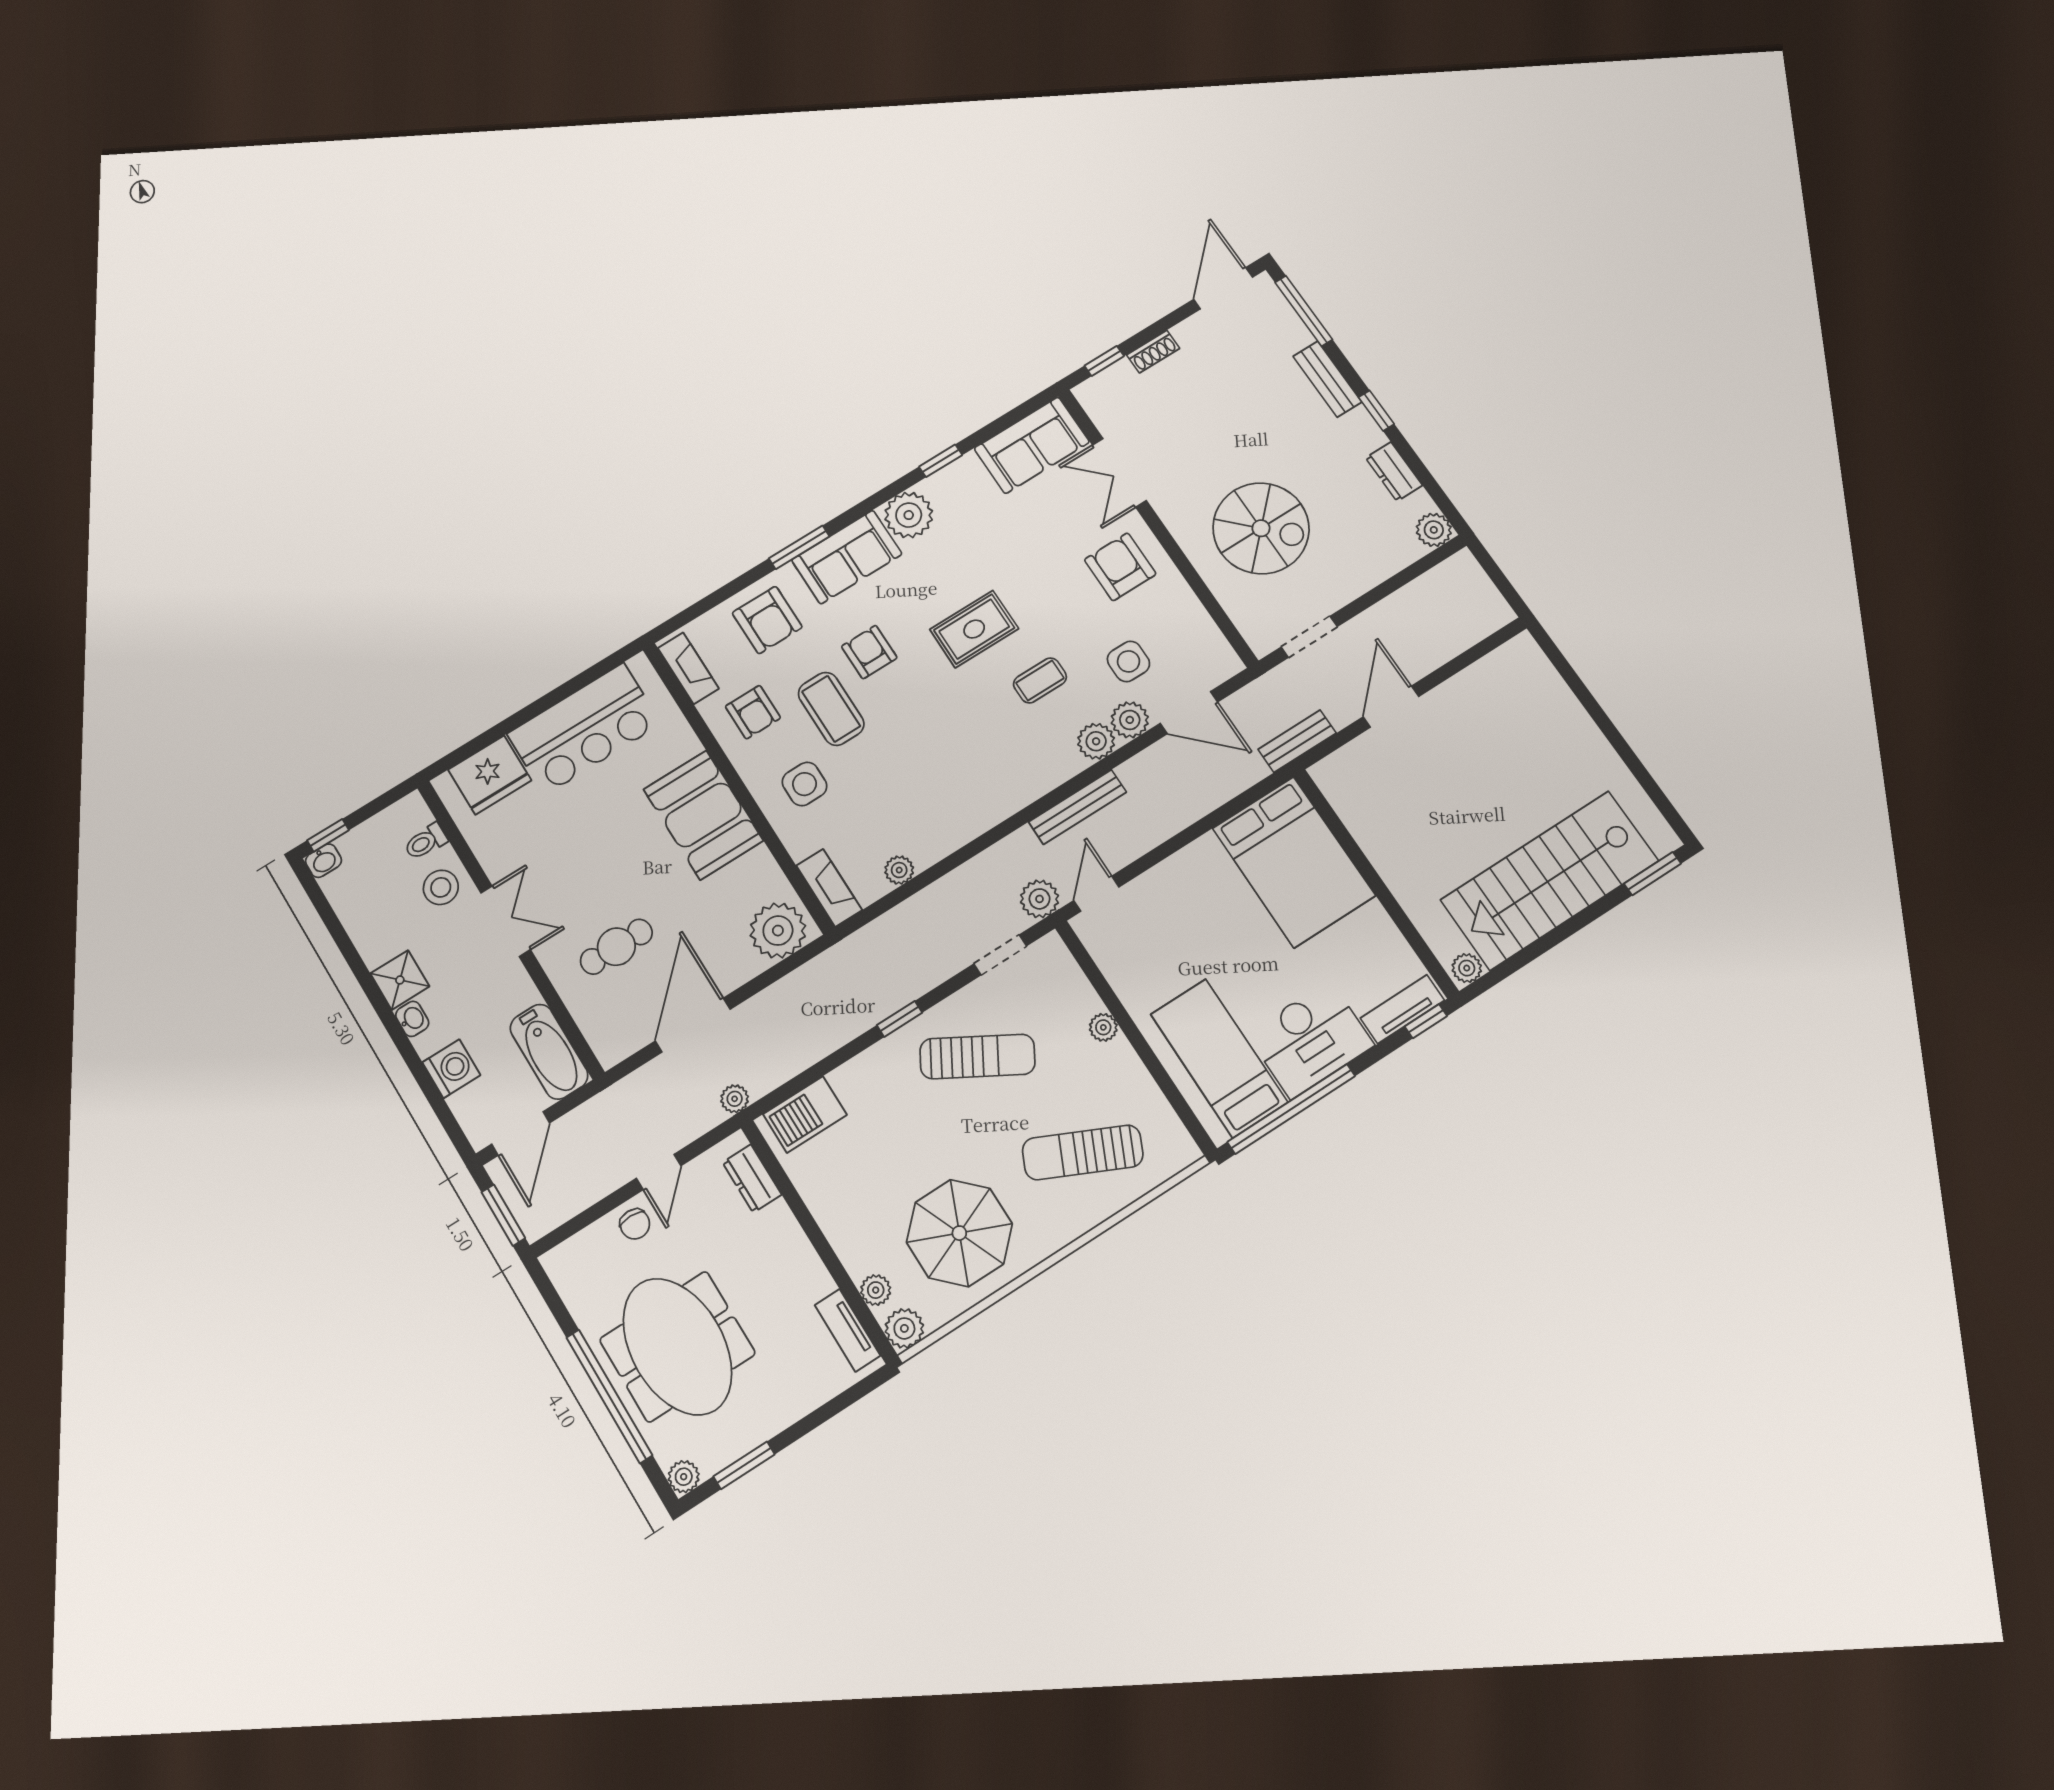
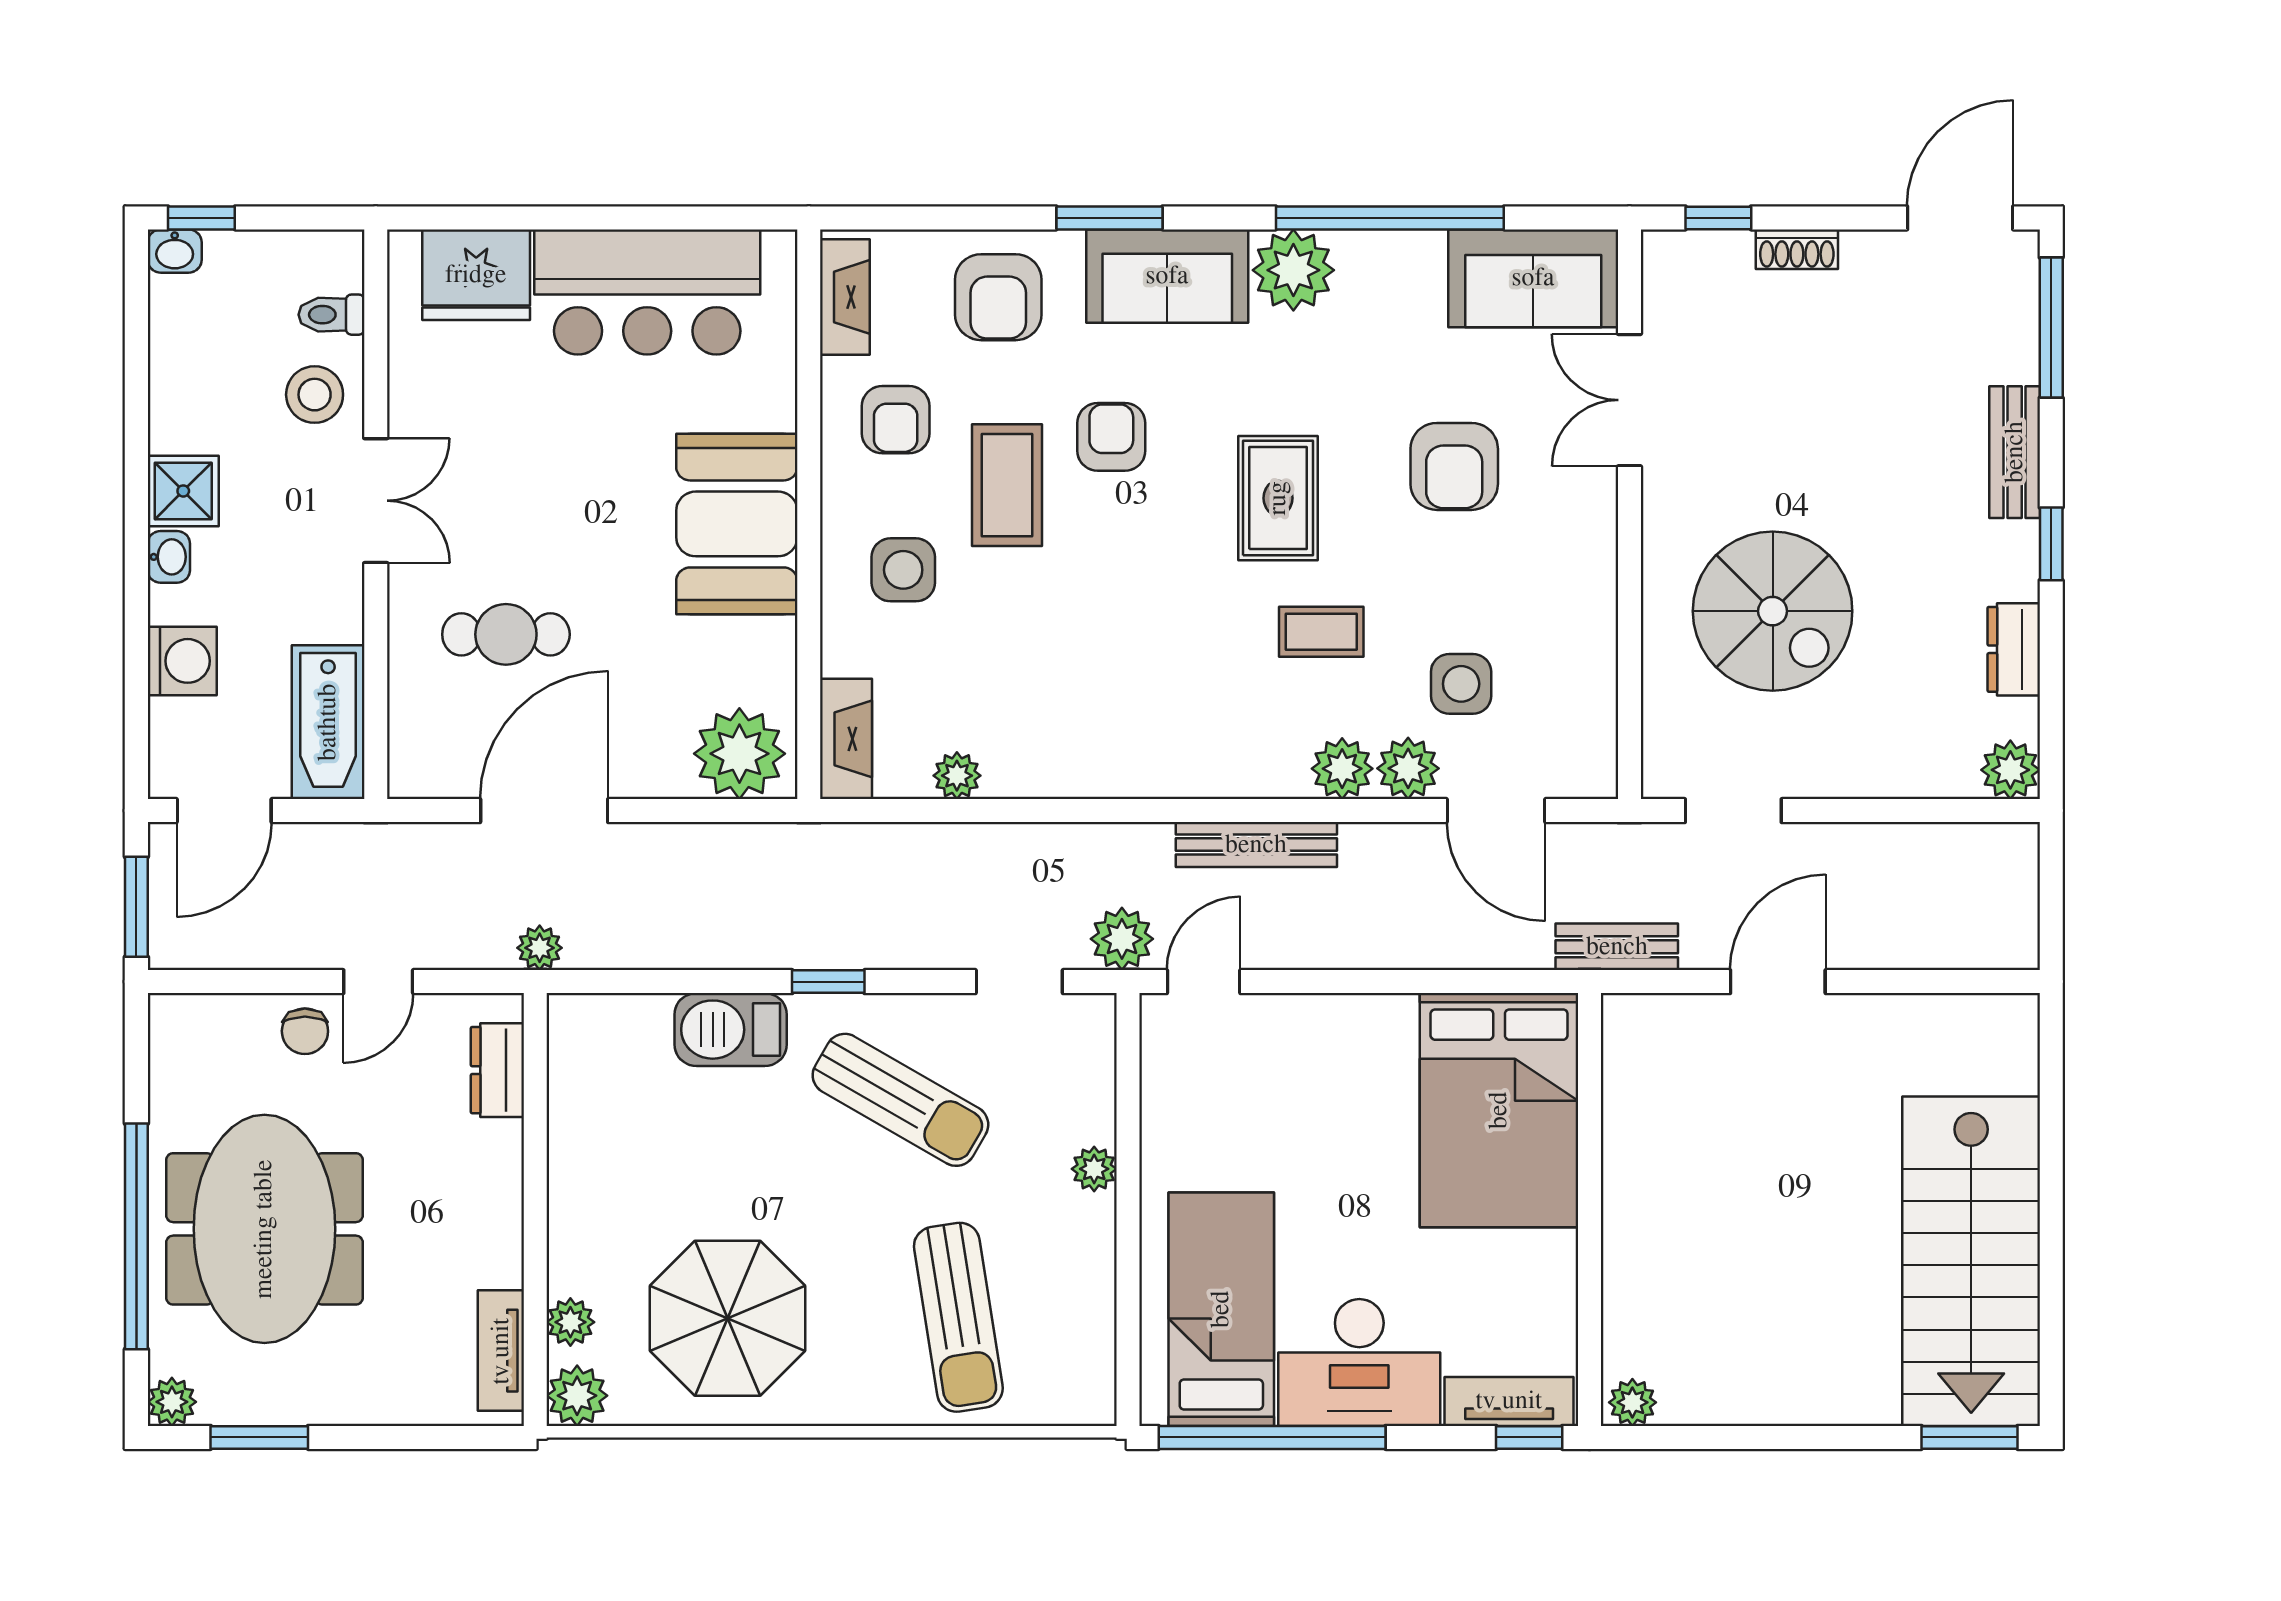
window: (941, 461) -> (1390, 218), width x3.17
armchair: (1120, 567) -> (1454, 466), moved, turned 180
rug: (974, 629) -> (1278, 498), turned 90
stairs: (1550, 880) -> (1971, 1261), moved, turned -90
barbecue: (805, 1114) -> (731, 1030), moved
sun lounger: (1083, 1152) -> (958, 1317), turned -124

